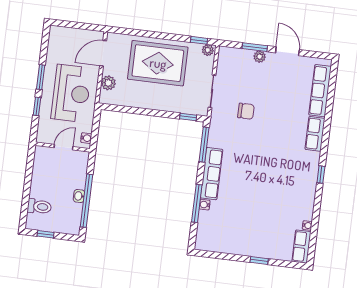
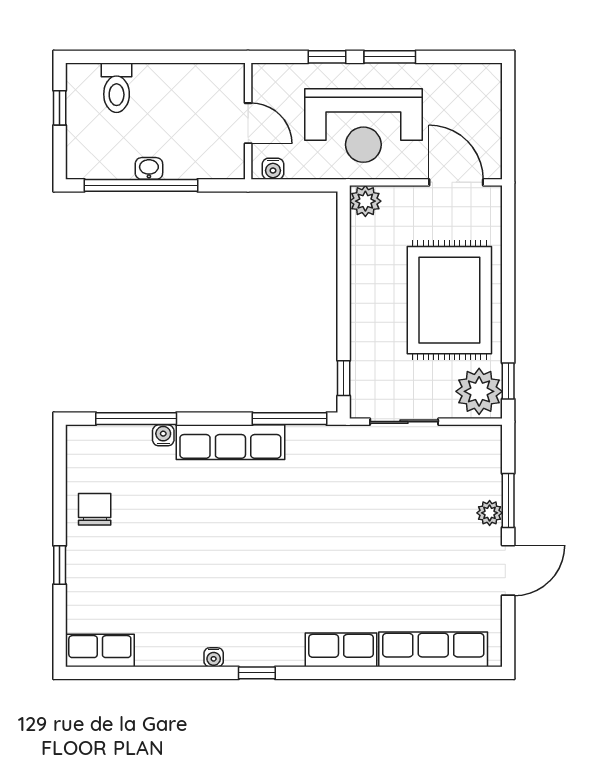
plant: (208, 50) -> (479, 391), width x1.88, depth x1.88
plant: (108, 83) -> (365, 201), moved
chair: (246, 111) -> (95, 509), moved, turned 180
window: (197, 203) -> (136, 419), moved
water cooler: (307, 225) -> (214, 657), moved

